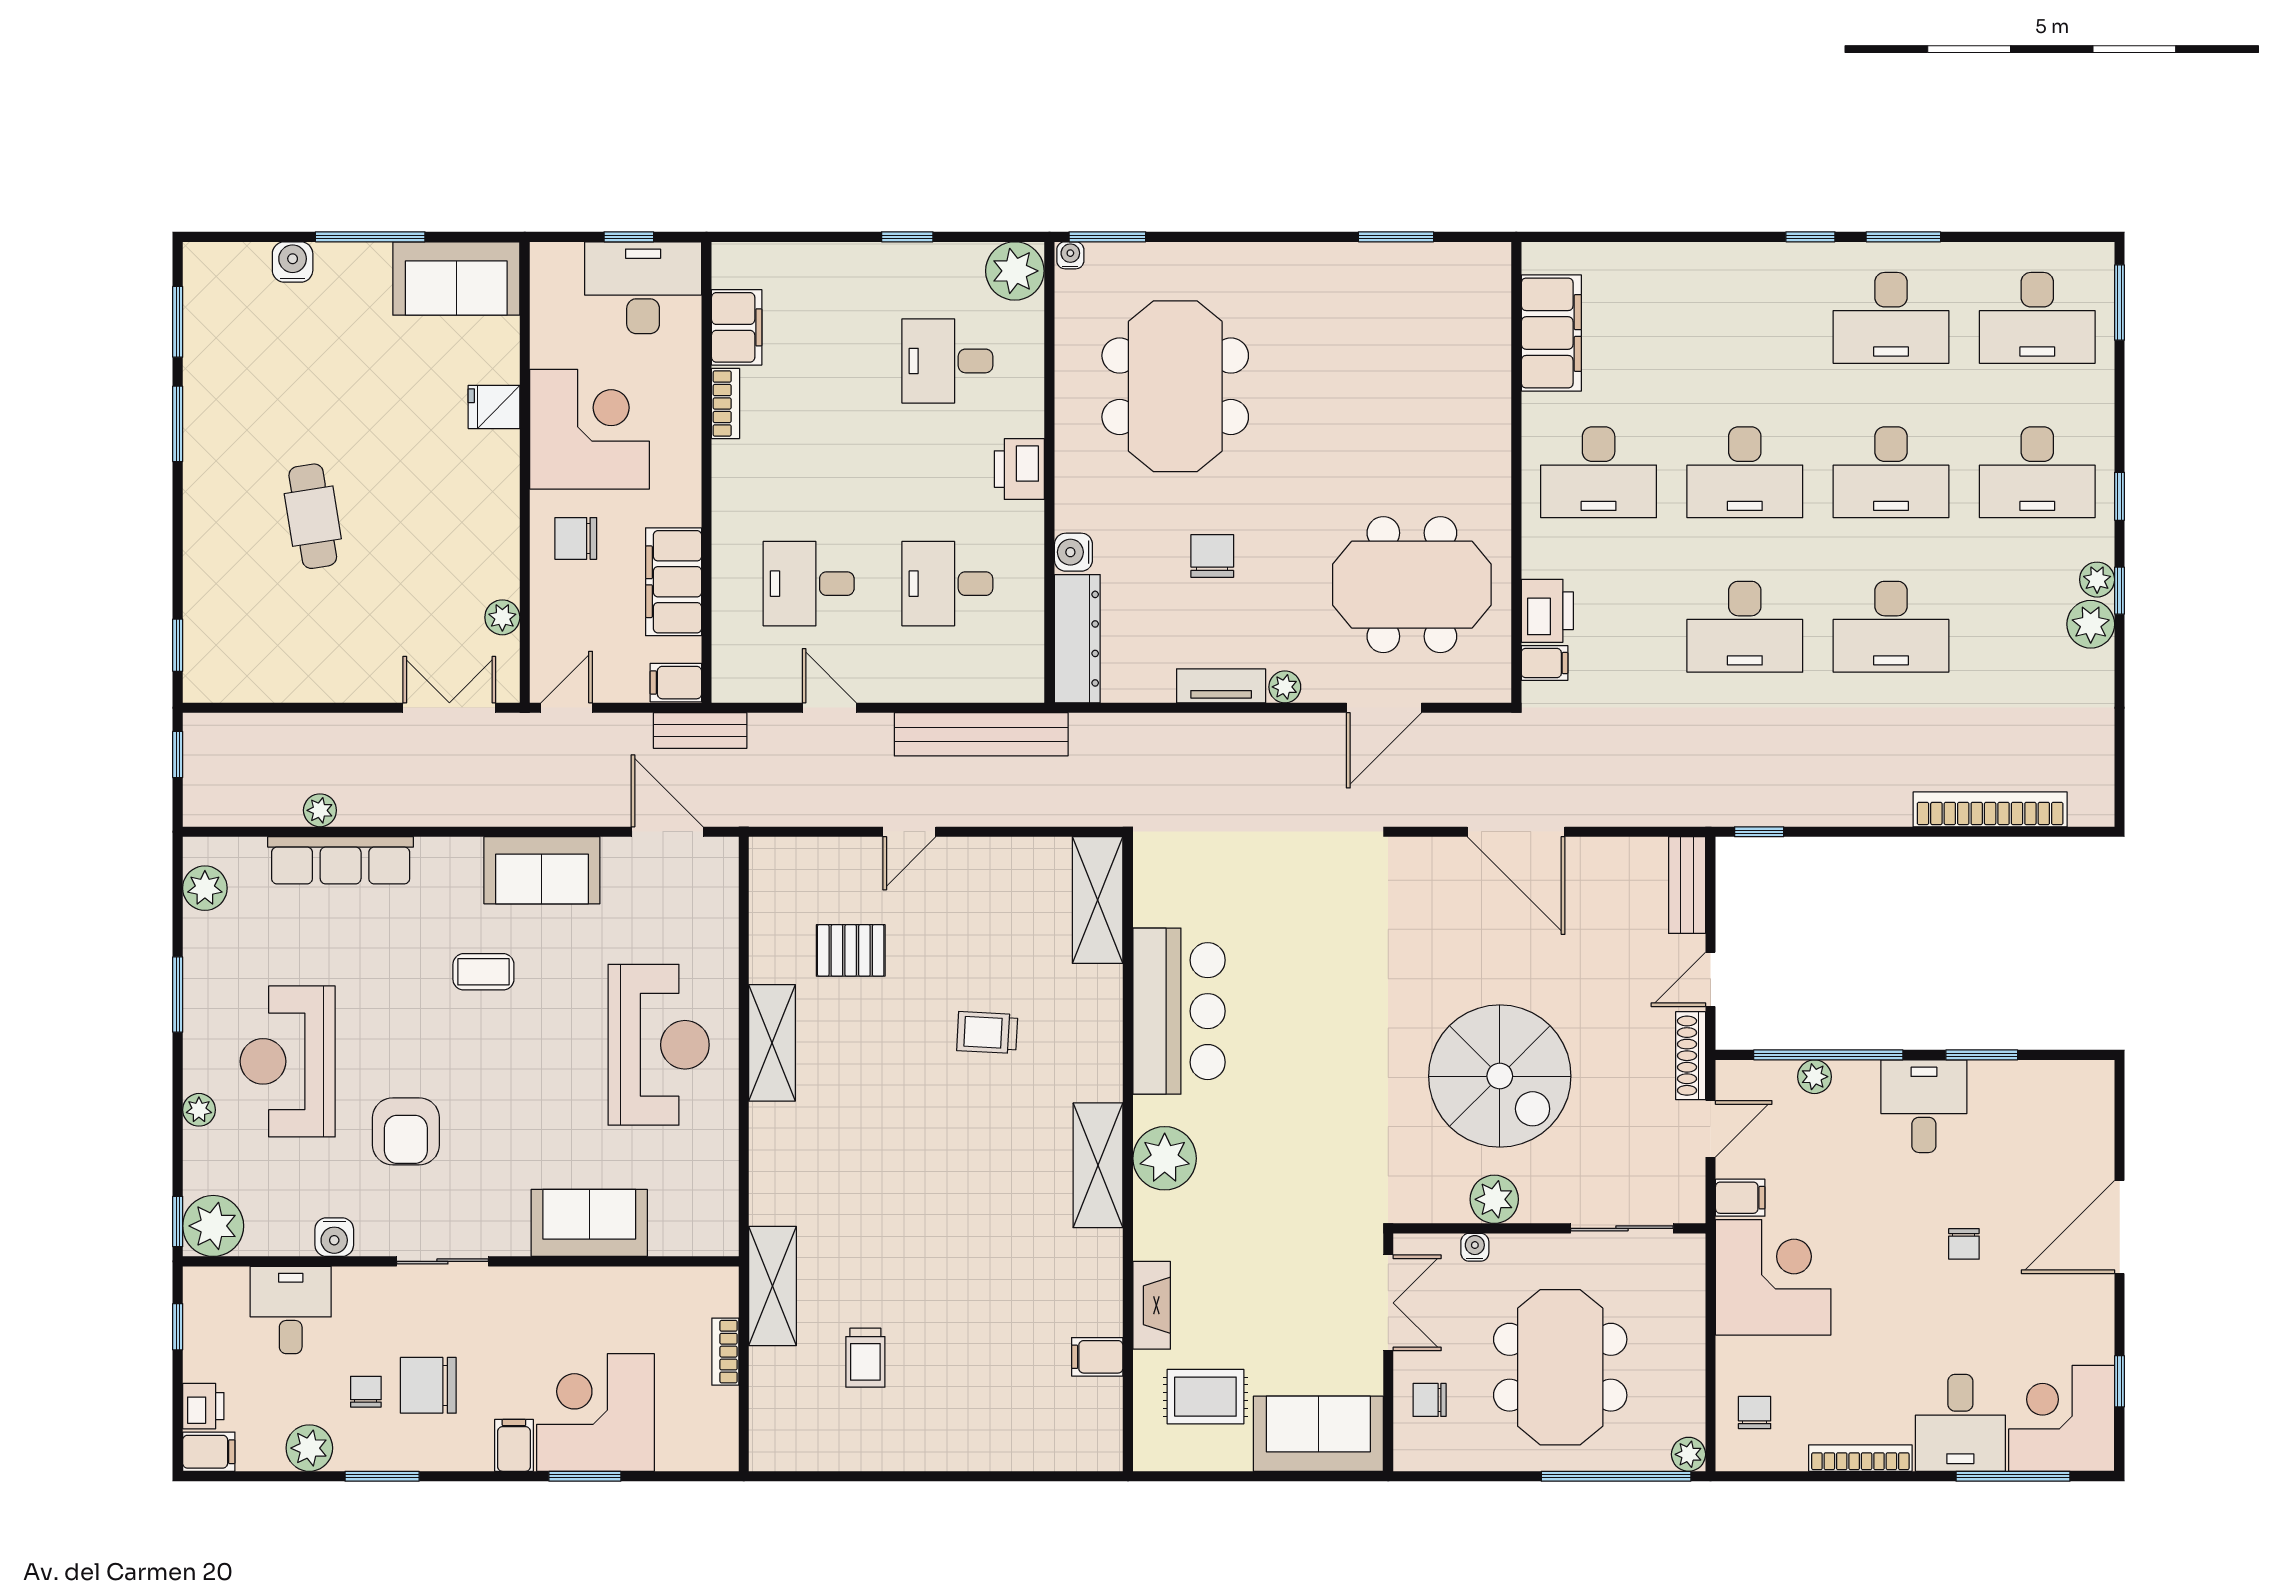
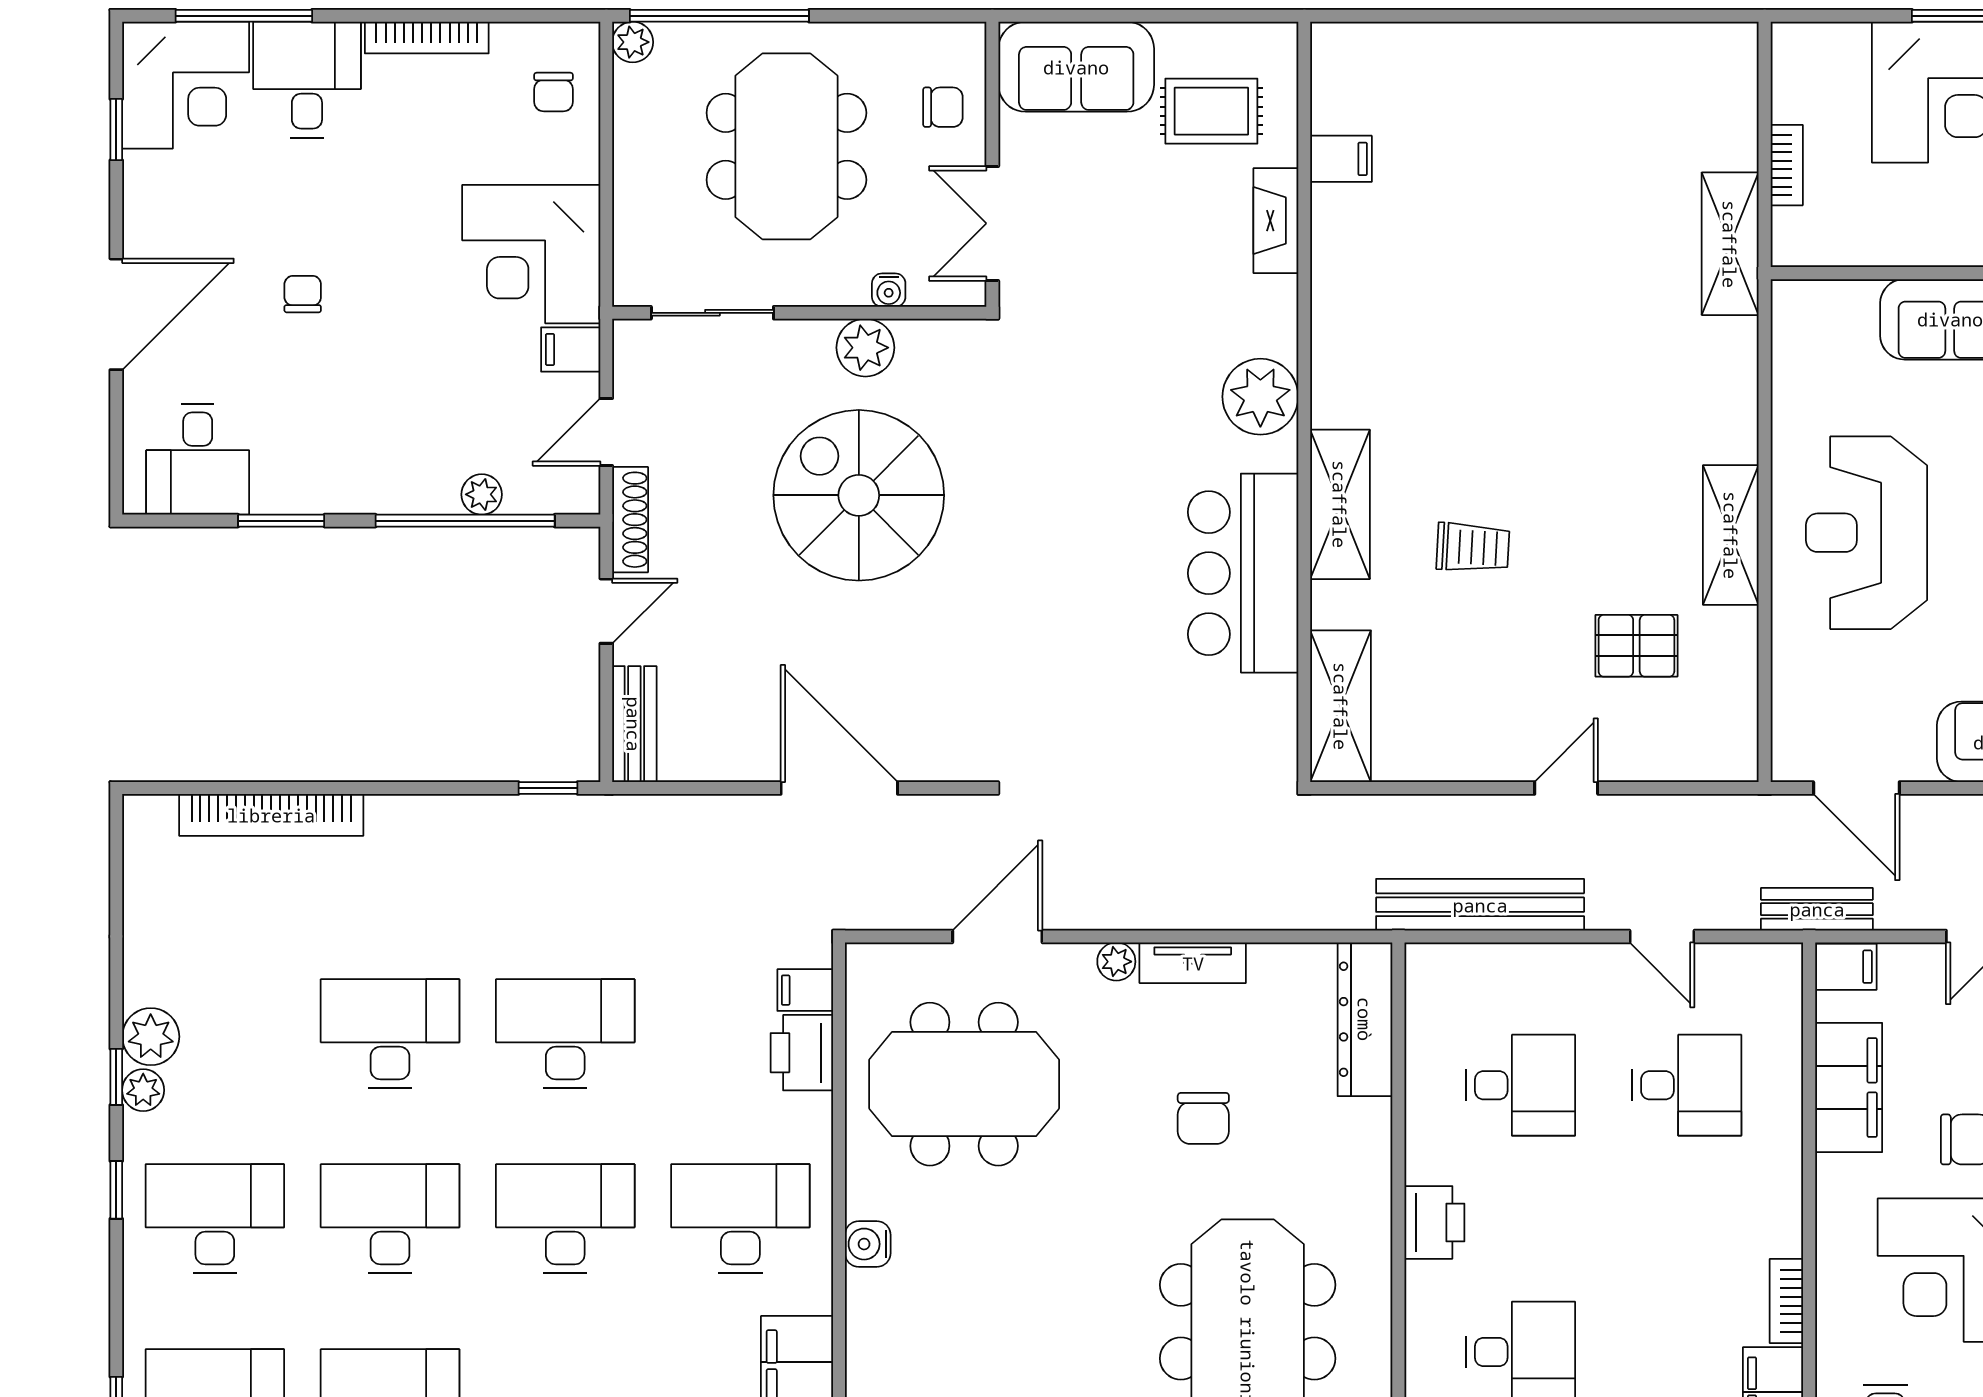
water cooler: (1073, 552) -> (868, 1244), moved, turned 180
desk: (1924, 1106) -> (198, 459), moved
shelving: (1098, 1165) -> (1340, 504), moved
trolley: (865, 1358) -> (1619, 158), removed

